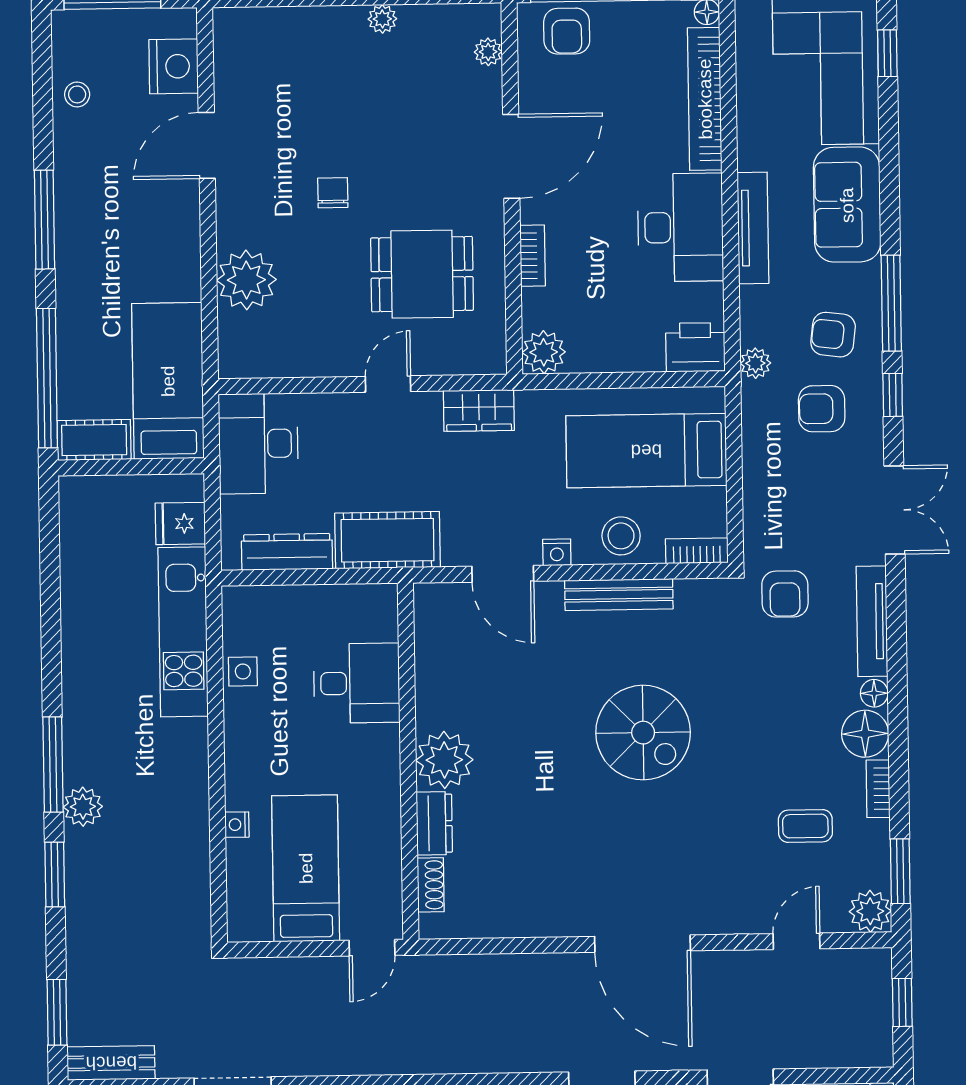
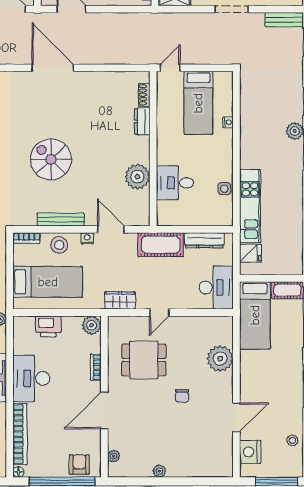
printer: (695, 347) -> (48, 326), moved
plant: (444, 760) -> (137, 177), moved

